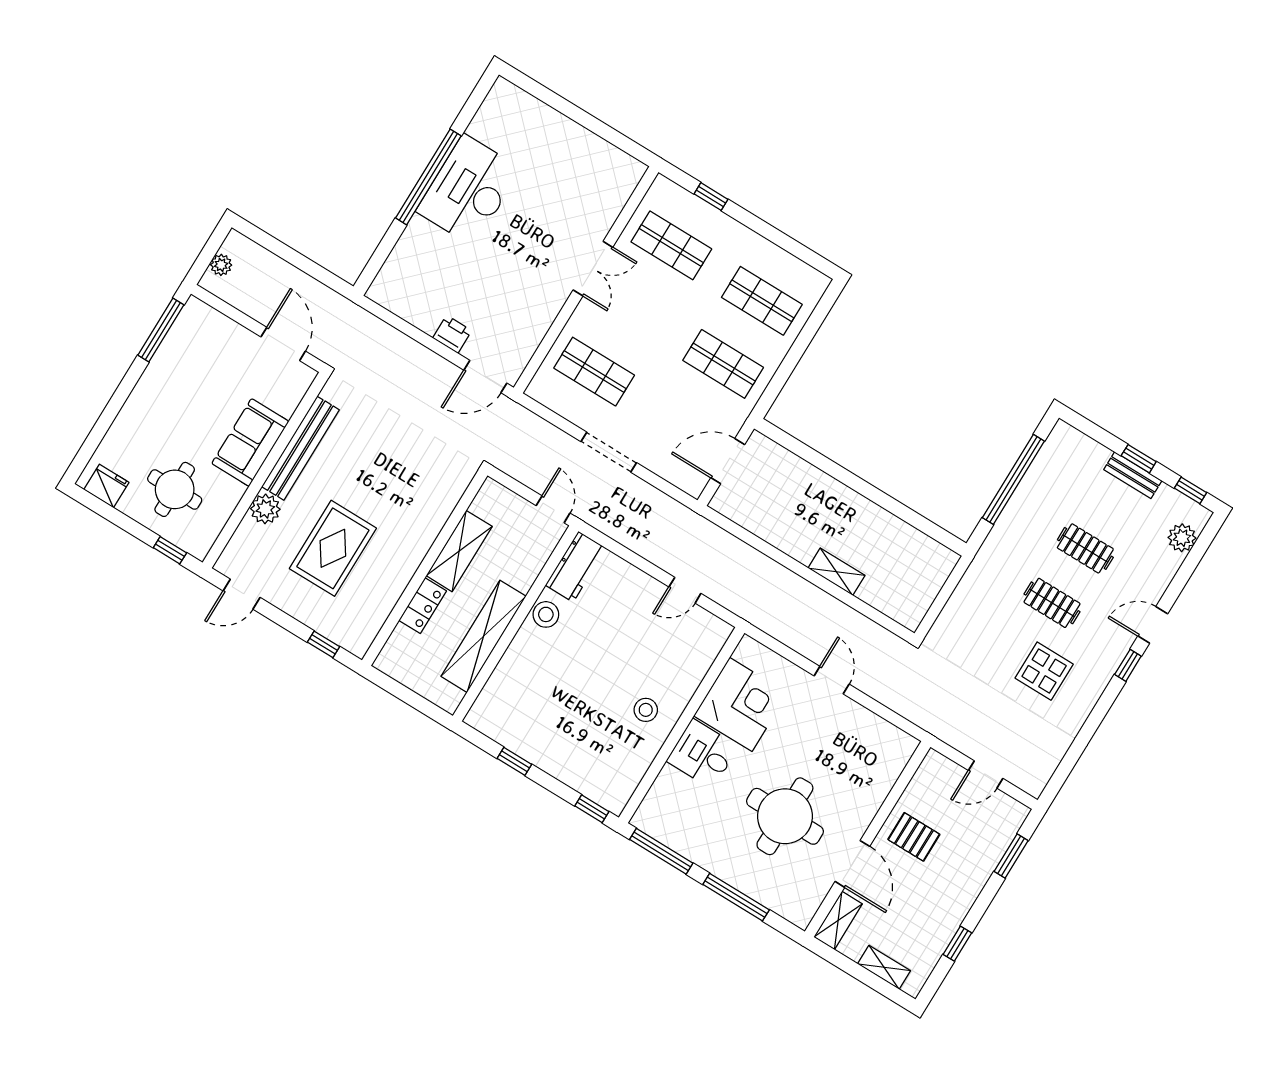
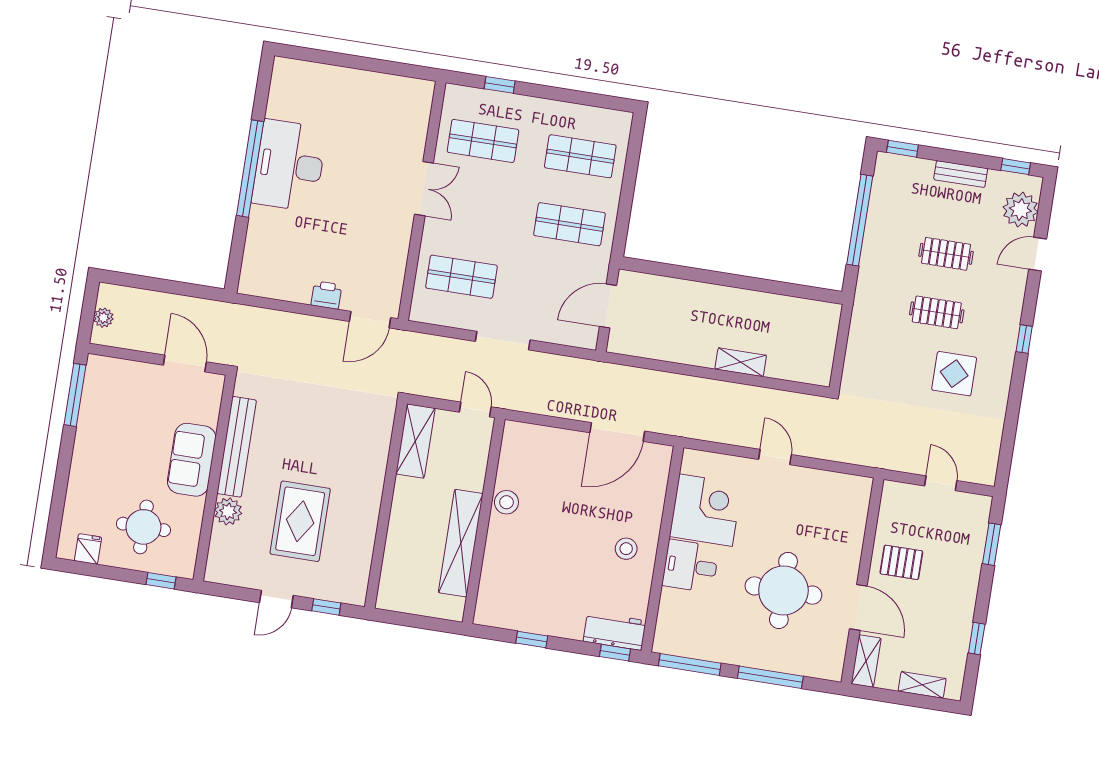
window: (1139, 459) -> (902, 149), moved
fridge: (106, 486) -> (88, 549), width x0.72
plant: (1182, 538) -> (1020, 210), width x1.36, depth x1.36
shelving: (459, 551) -> (415, 441), moved
workbench: (576, 567) -> (615, 631), moved, turned -90
door: (685, 590) -> (617, 432), width x1.87
door: (242, 594) -> (276, 599), moved
locker: (423, 606) -> (398, 538), removed
door: (1153, 625) -> (1038, 254), moved
door: (986, 774) -> (941, 483), swing flipped

